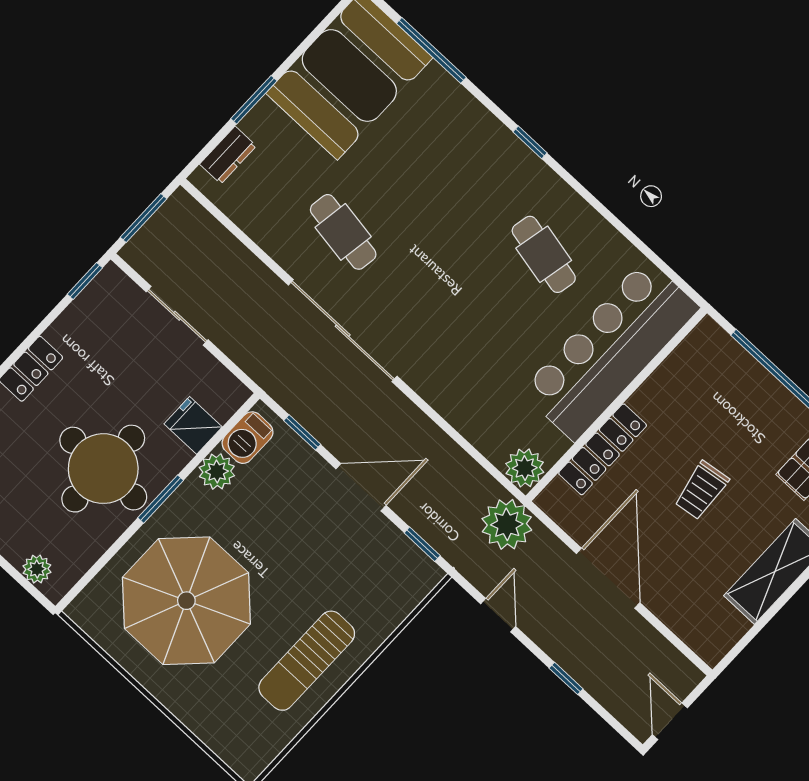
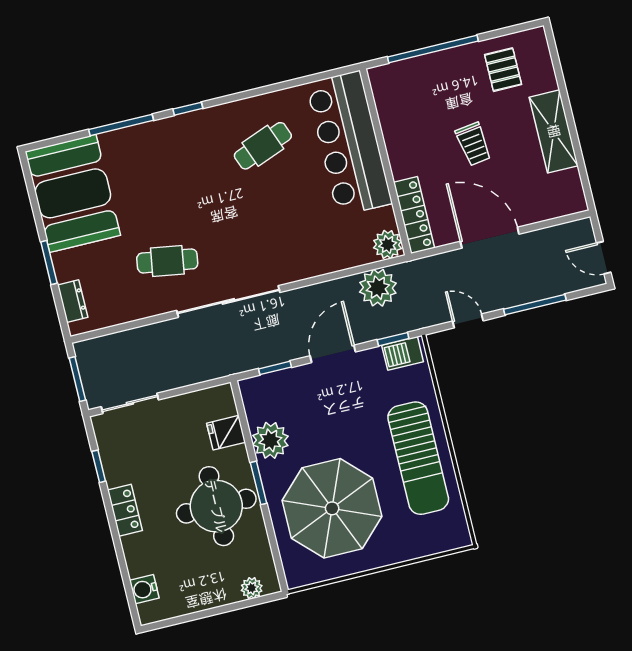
window: (431, 50) -> (121, 125), moved
cafe table: (544, 254) -> (263, 146), turned -33
window: (85, 281) -> (99, 466), moved
sliding door: (177, 316) -> (130, 403), moved
barbecue: (248, 438) -> (403, 353), moved, turned 90
locker: (603, 449) -> (414, 215), moved
plant: (217, 472) -> (270, 440), width x1.36, depth x1.36
plant: (507, 524) -> (378, 288), moved
sun lounger: (307, 661) -> (418, 458), width x1.36, depth x1.34
window: (566, 678) -> (535, 305), width x2.17

